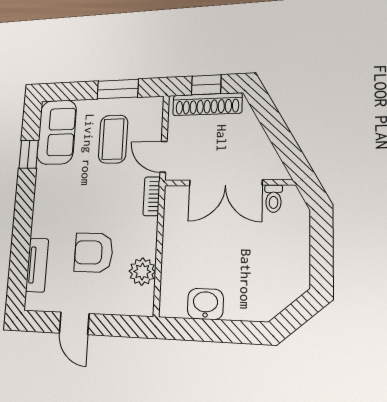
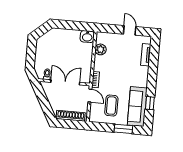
window: (206, 85) -> (71, 124), removed
window: (118, 89) -> (123, 129), moved
sofa: (57, 132) -> (137, 106), width x1.36
armchair: (94, 252) -> (121, 58), removed
washbasin: (205, 304) -> (87, 37), moved

